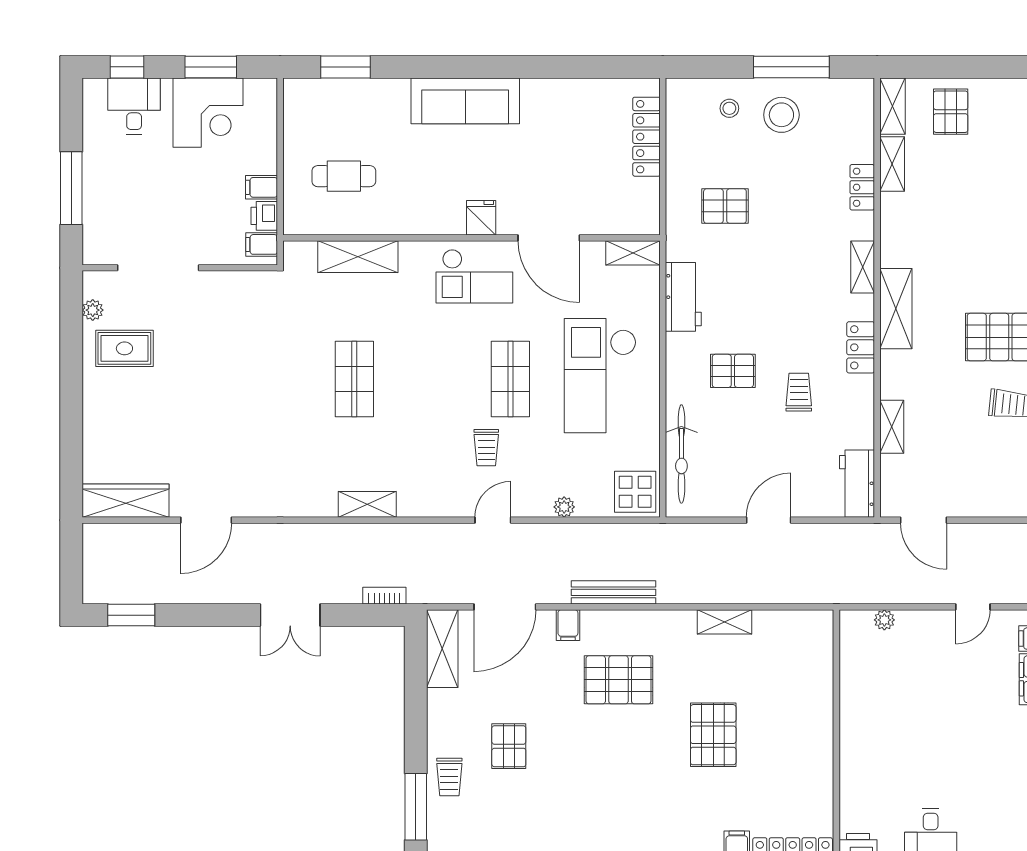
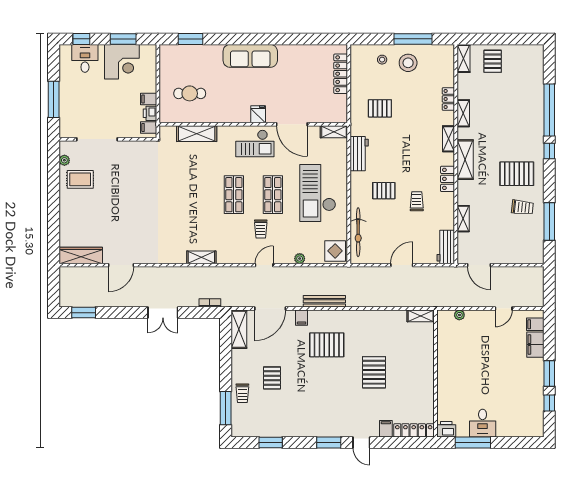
shelving: (892, 164) -> (463, 113), moved
shop shelf: (354, 379) -> (234, 195), moved
shelving: (725, 622) -> (421, 316), moved

